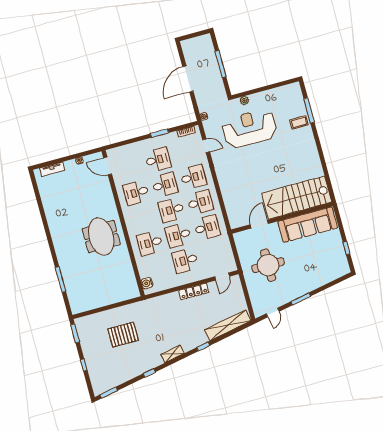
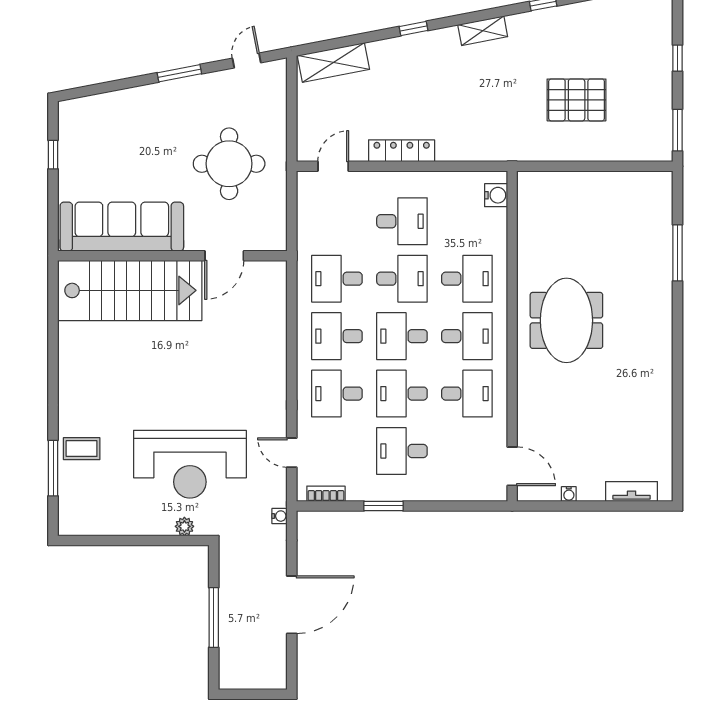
desk: (172, 210) -> (402, 336), turned 180
desk: (143, 218) -> (467, 336), added
shelving: (228, 325) -> (333, 62), width x0.68

